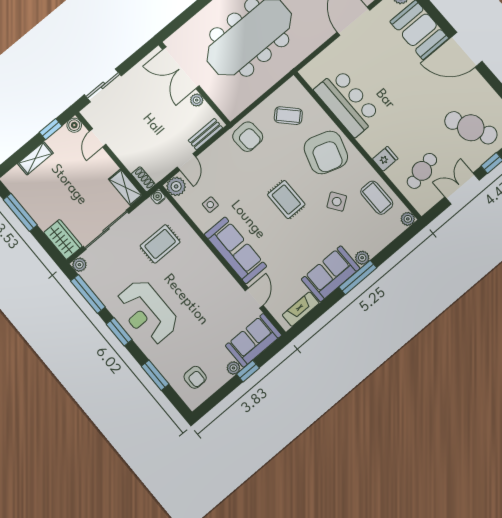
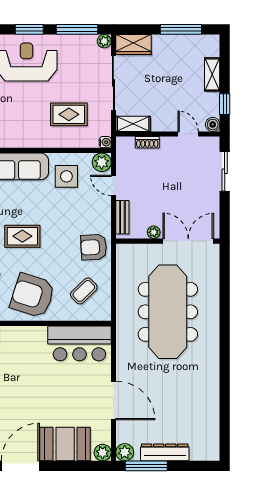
bar counter: (347, 103) -> (79, 343), moved
shoe rack: (143, 179) -> (147, 142), moved
side table: (210, 205) -> (66, 176), width x1.87, depth x1.87
rug: (160, 244) -> (69, 114), turned 90

